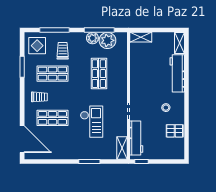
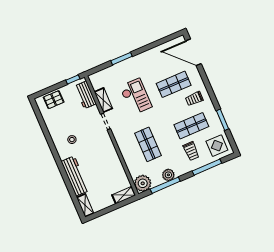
plant: (107, 40) -> (143, 183), moved
checkout: (92, 122) -> (136, 97), turned 180
pallet: (175, 131) -> (54, 100), moved
workbench: (136, 138) -> (85, 95), width x0.73
shelving: (122, 148) -> (103, 100), moved

